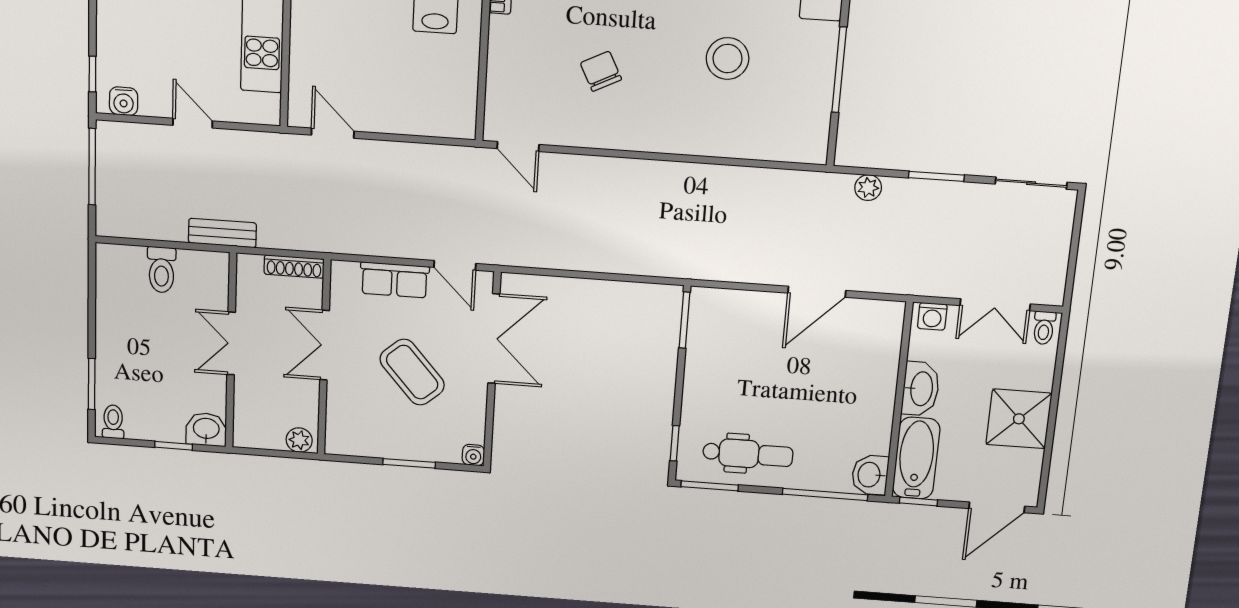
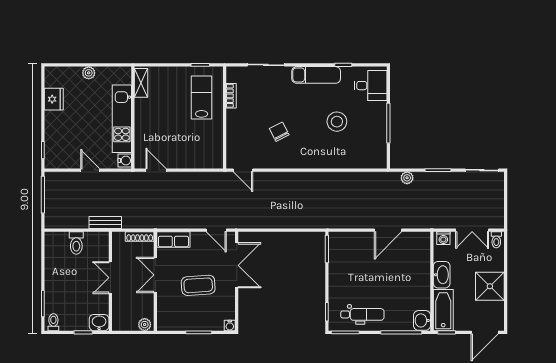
water cooler: (124, 101) -> (125, 161), moved, turned -90
row of seats: (394, 280) -> (173, 240), moved
coffee table: (412, 372) -> (198, 285), turned -53

